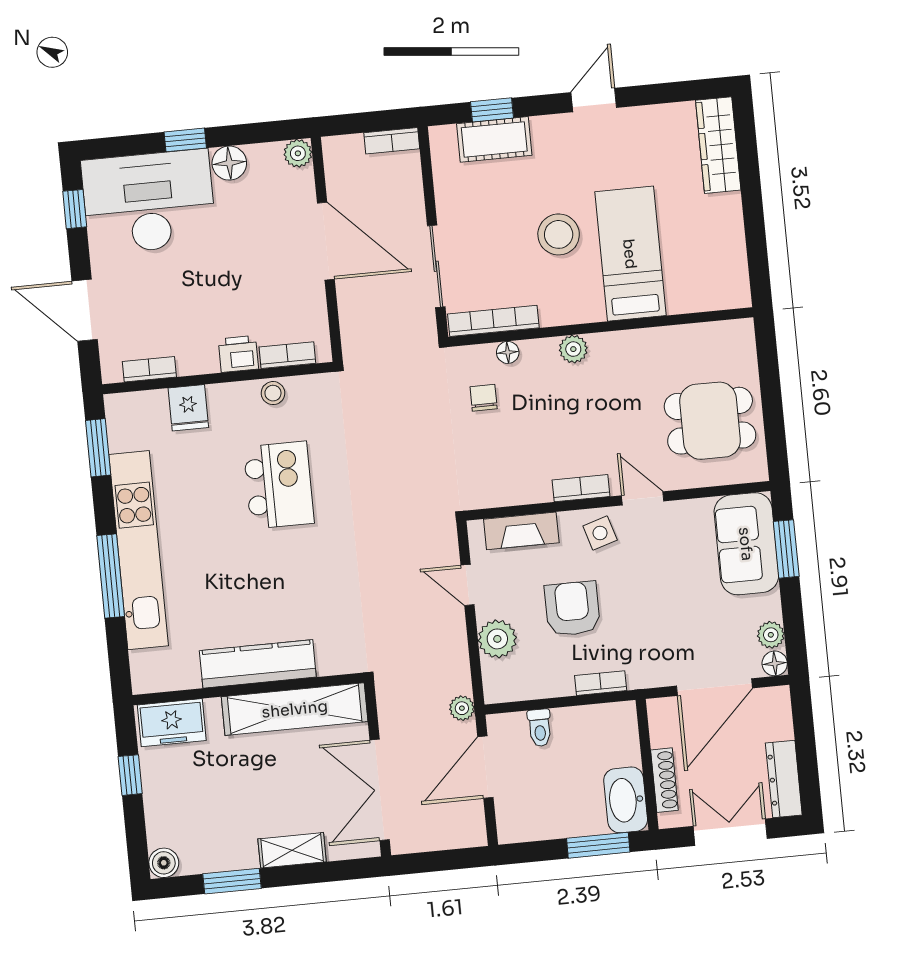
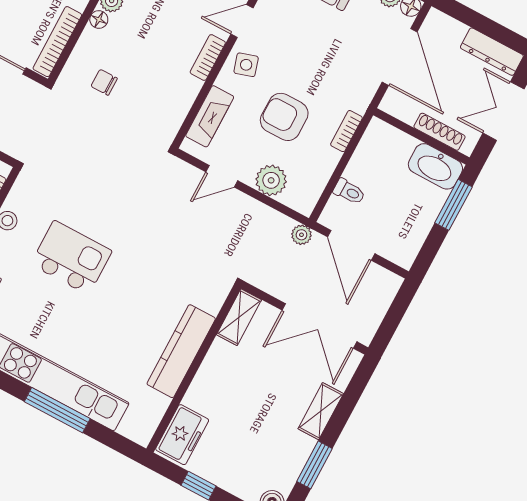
floor lamp: (508, 352) -> (99, 19), moved
shelving: (295, 709) -> (239, 317), width x0.45, depth x0.75

